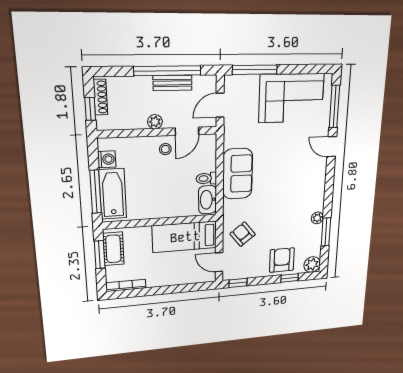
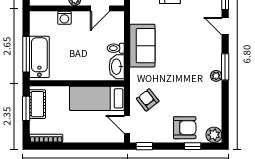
stool: (165, 149) -> (82, 22), removed
washing machine: (107, 159) -> (64, 18), moved, turned 90
plant: (317, 218) -> (216, 76), moved
window: (326, 232) -> (225, 67), moved
armchair: (282, 260) -> (185, 128), turned 90

